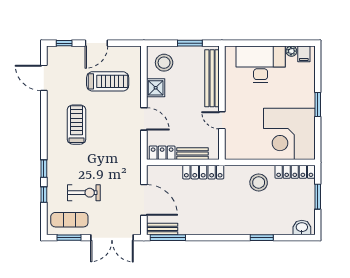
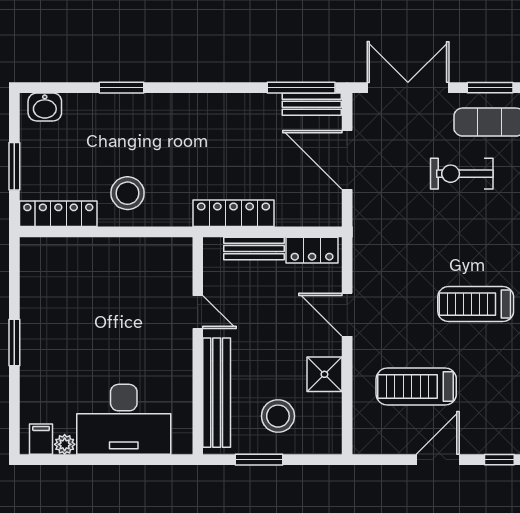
stool: (164, 63) -> (278, 416), moved
treadmill: (77, 125) -> (476, 304), turned 90
corner desk: (289, 134) -> (69, 286), removed

